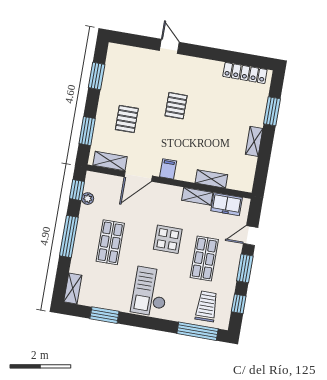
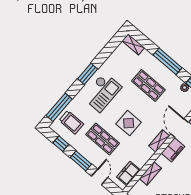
filing cabinet: (168, 169) -> (173, 150), width x2.00
shelving: (197, 196) -> (159, 141), moved
checkout: (150, 292) -> (102, 92), turned 90
window: (104, 315) -> (88, 74), moved

